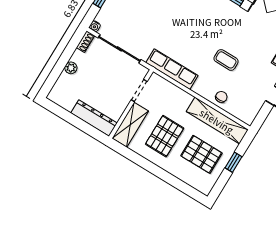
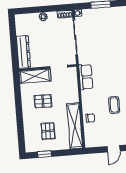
row of seats: (172, 69) -> (86, 77), width x0.68
pallet: (165, 136) -> (43, 101), width x0.67, depth x0.71
pallet: (201, 154) -> (48, 131), width x0.67, depth x0.71
window: (234, 162) -> (44, 154), moved

